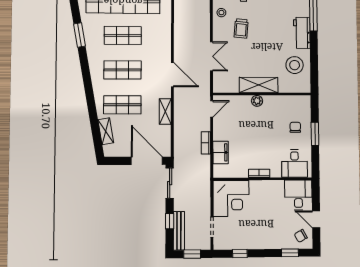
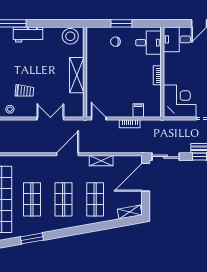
stool: (295, 65) -> (70, 36), moved
plant: (257, 101) -> (91, 77), removed
shelving: (106, 131) -> (130, 212), moved
filing cabinet: (221, 152) -> (138, 110), width x0.50

